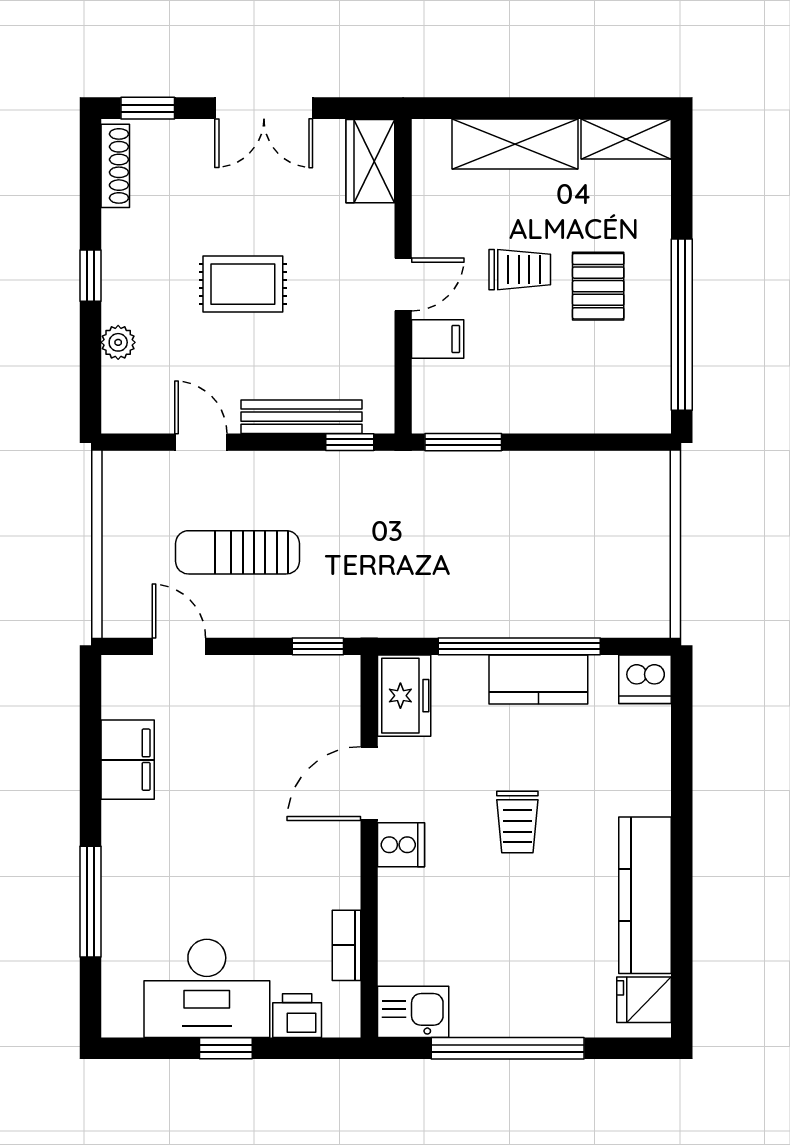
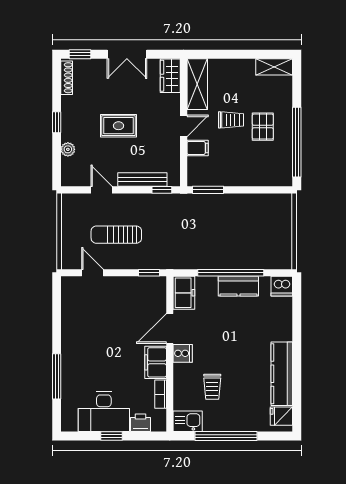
shelving: (515, 144) -> (197, 84), moved, turned 90
filing cabinet: (128, 760) -> (156, 362), moved, turned 180
trolley: (517, 822) -> (212, 387), moved

